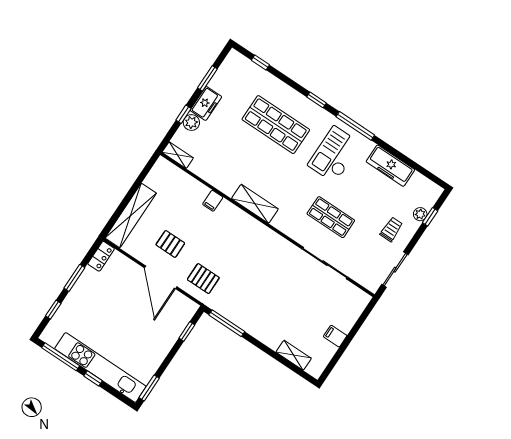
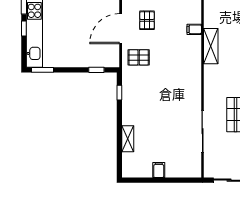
shelving: (255, 204) -> (211, 46), moved
pallet: (203, 279) -> (139, 57), turned 90
window: (227, 323) -> (119, 93), width x0.46
shelving: (294, 355) -> (128, 139), moved

